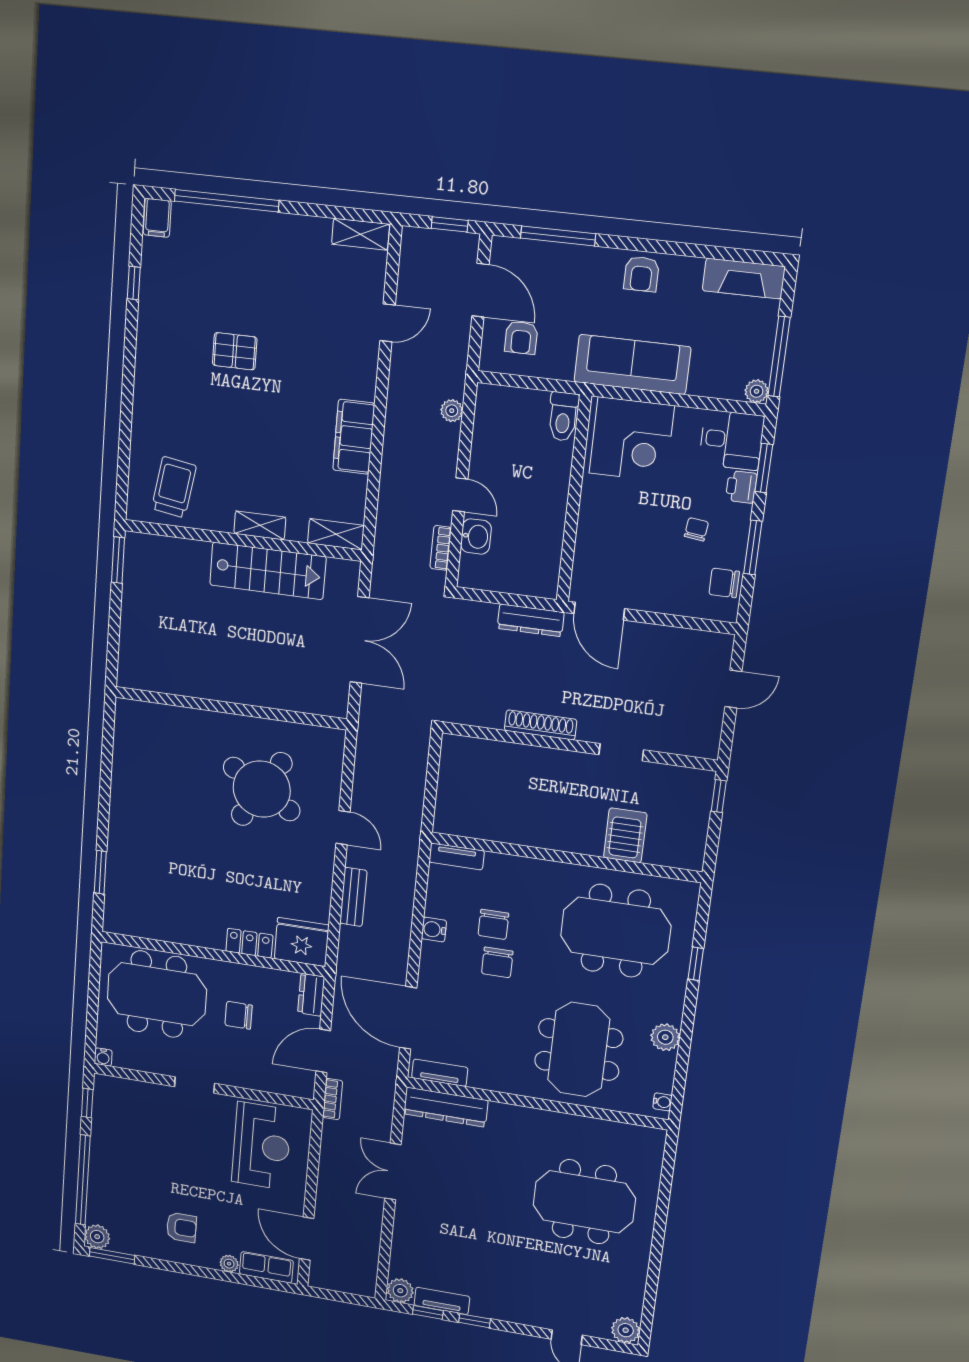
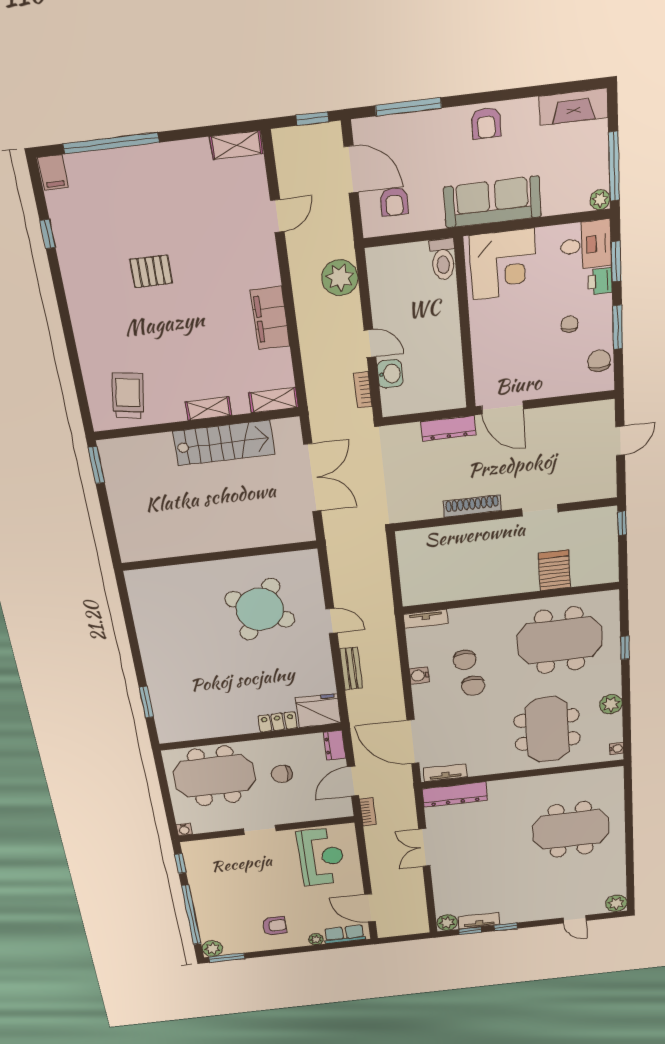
plant: (452, 411) -> (340, 278), width x1.88, depth x1.88
chair: (724, 583) -> (599, 361), turned 90

